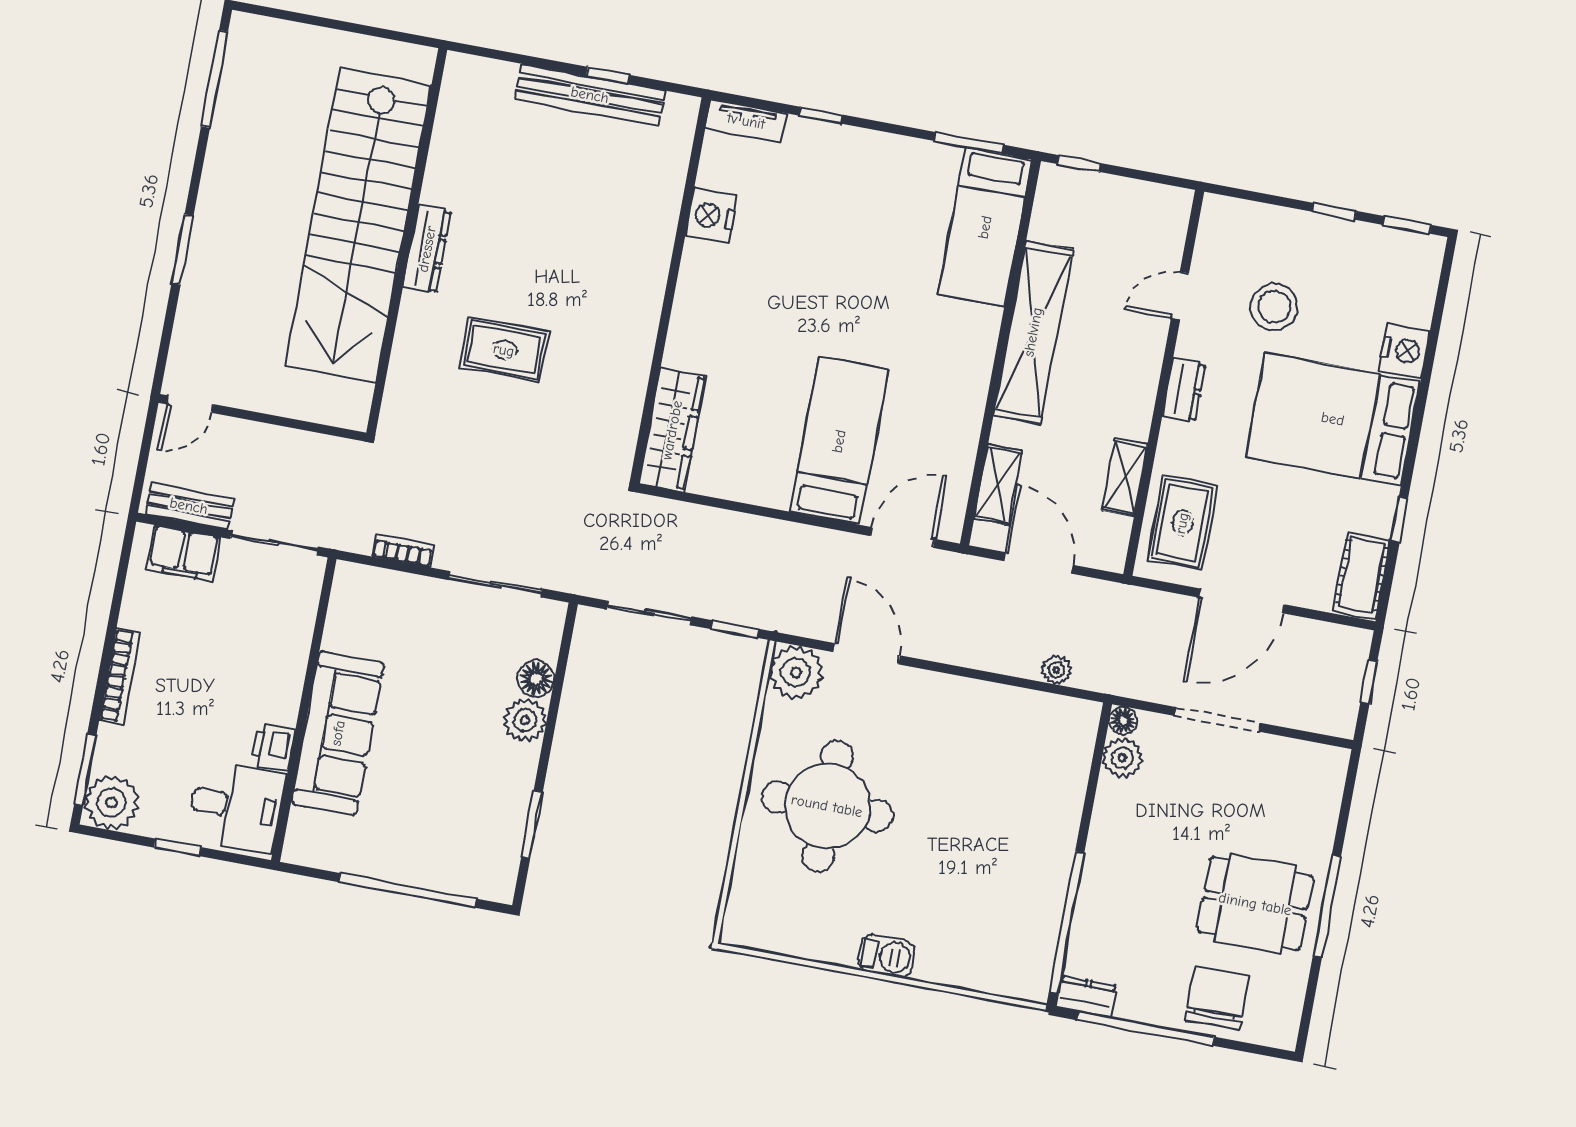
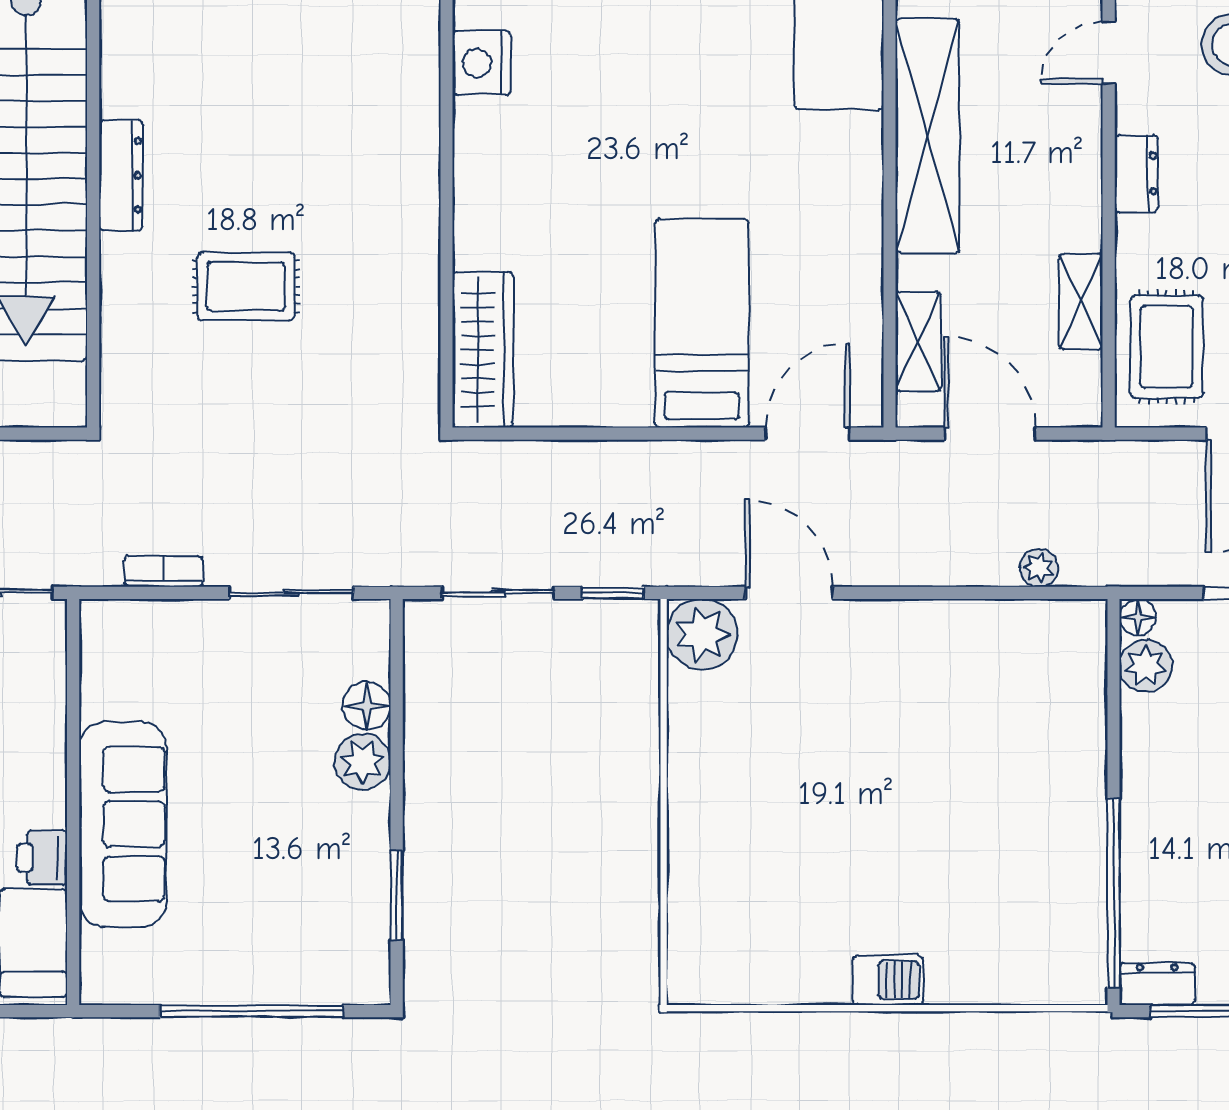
round table: (827, 806) -> (775, 800), removed

